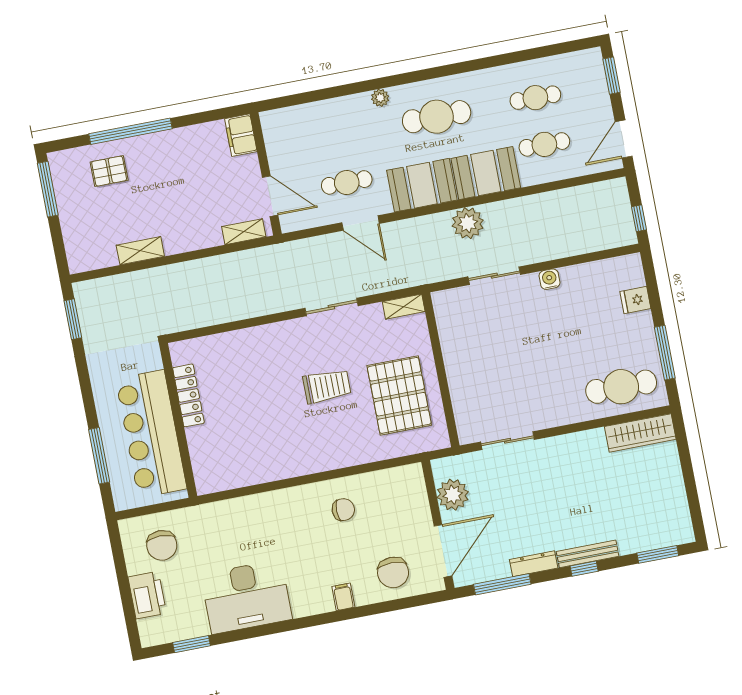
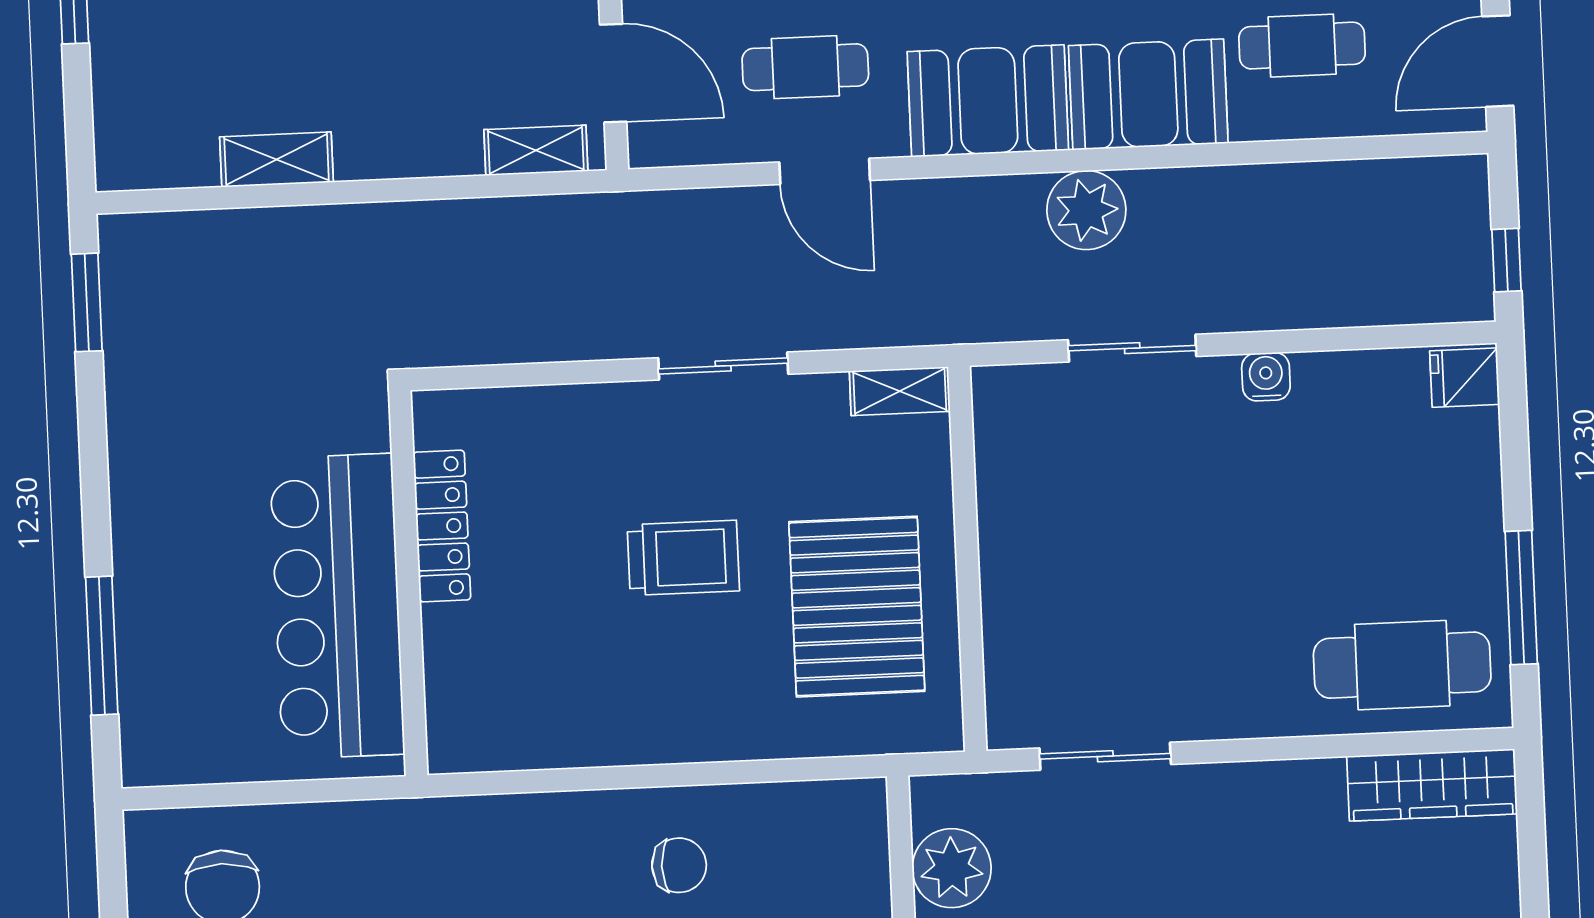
fridge: (635, 300) -> (1465, 378), moved
locker: (188, 395) -> (442, 526), moved
wall: (178, 420) -> (408, 583), moved
bar counter: (151, 434) -> (337, 606), moved

